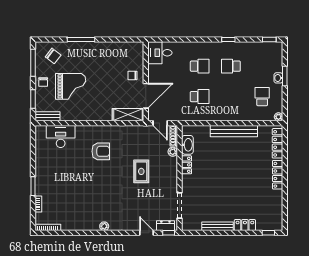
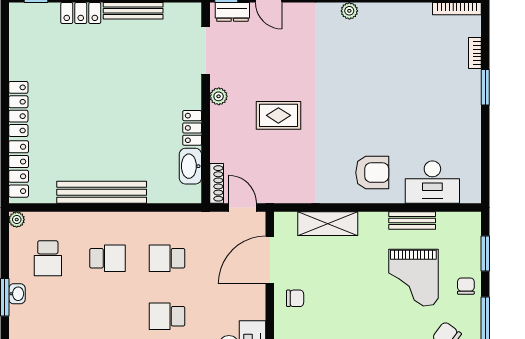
school desk: (231, 66) -> (107, 258), moved
grand piano: (71, 86) -> (413, 278), turned -90
shelving: (128, 115) -> (328, 224), moved
bench: (48, 116) -> (412, 221), moved
armchair: (101, 151) -> (372, 173), moved, turned 180
plant: (173, 152) -> (219, 96), moved
rug: (141, 171) -> (278, 115), turned 90

